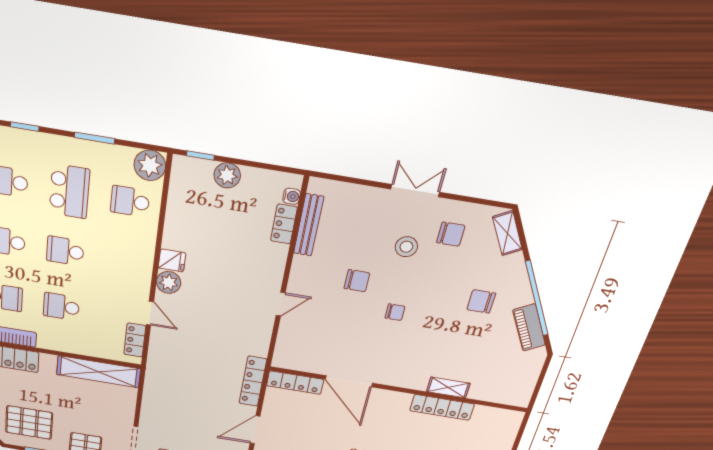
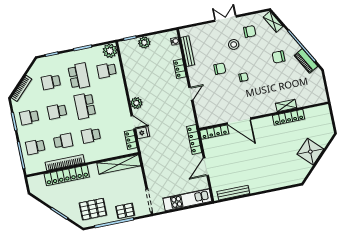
locker: (284, 224) -> (180, 69), moved
school desk: (65, 251) -> (85, 106), width x1.85
fridge: (172, 260) -> (143, 133), moved

